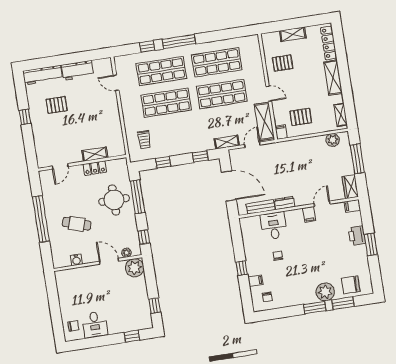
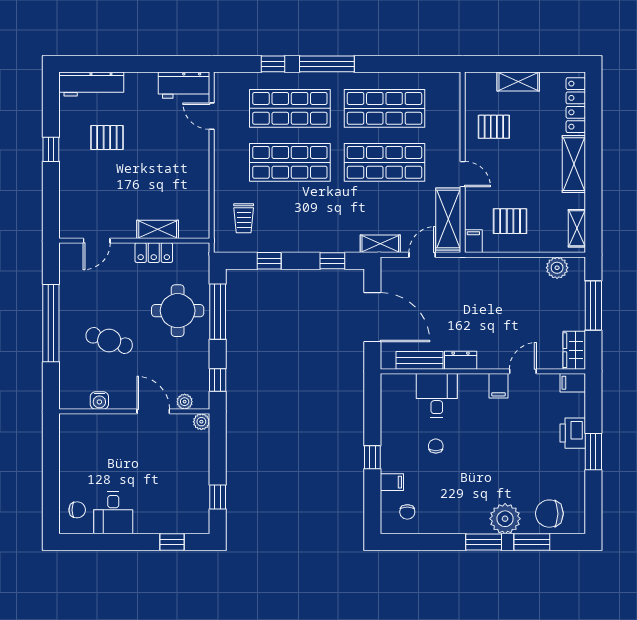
workbench: (78, 70) -> (184, 85), moved
plant: (135, 268) -> (201, 422), width x0.53, depth x0.53

